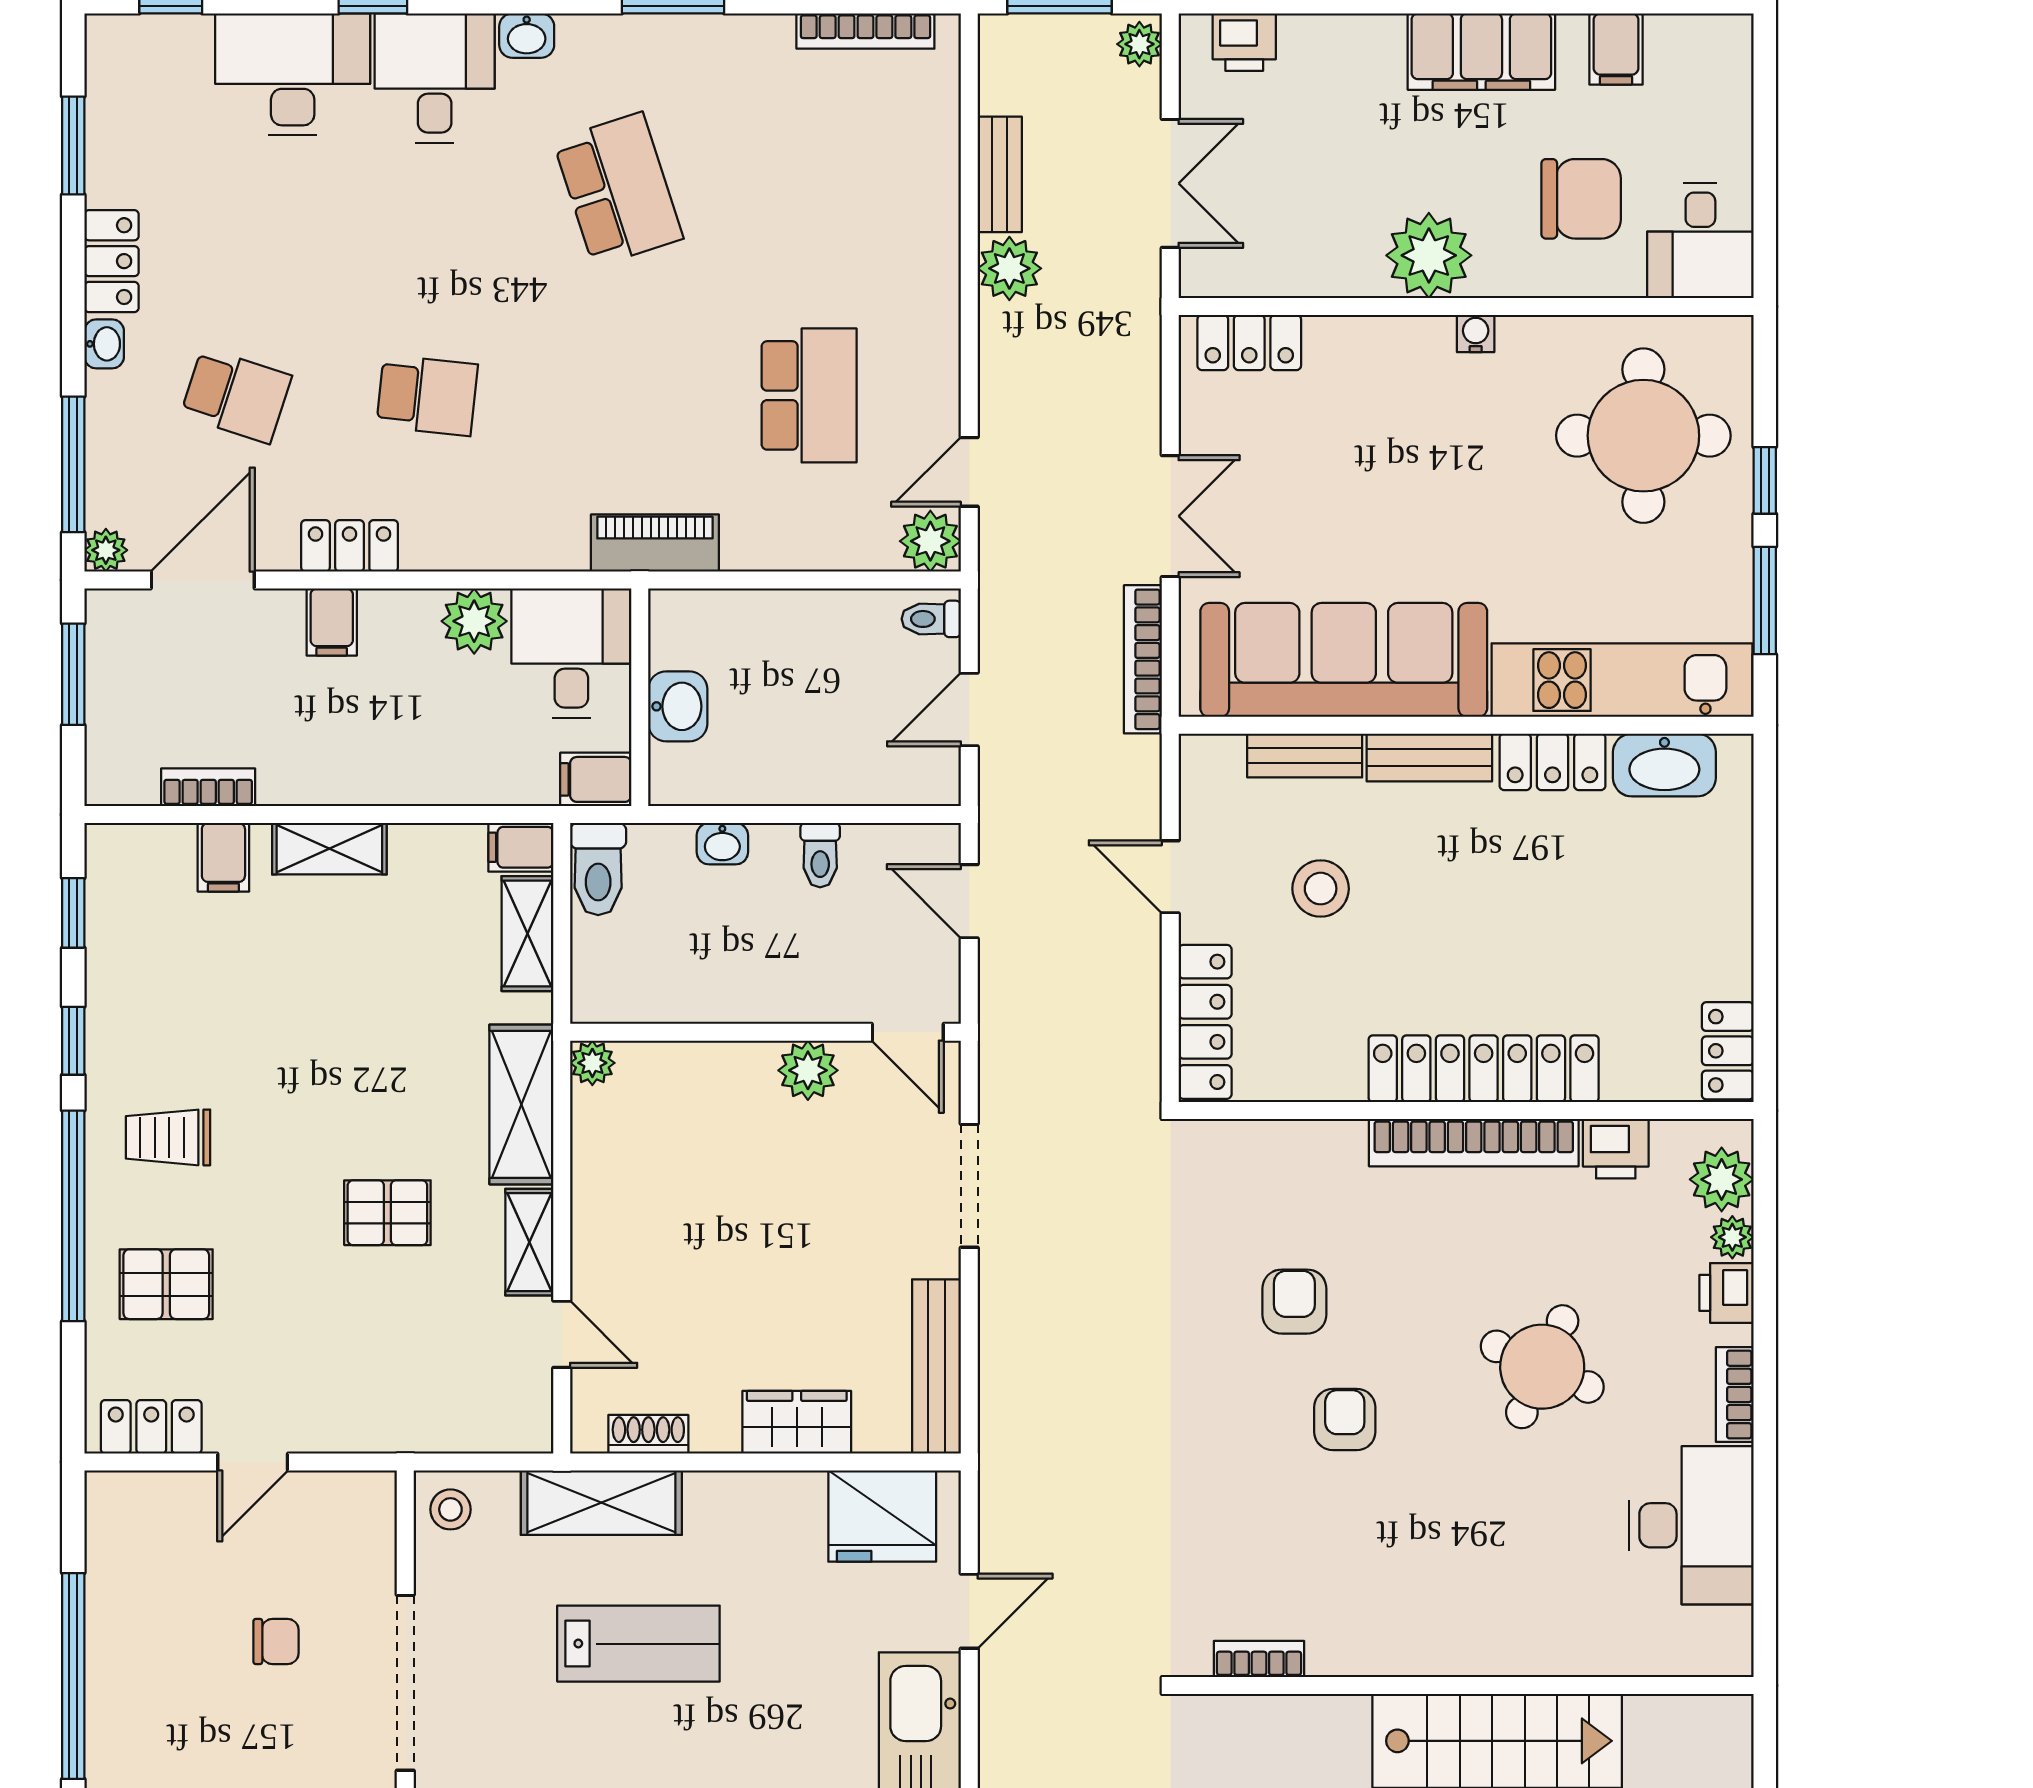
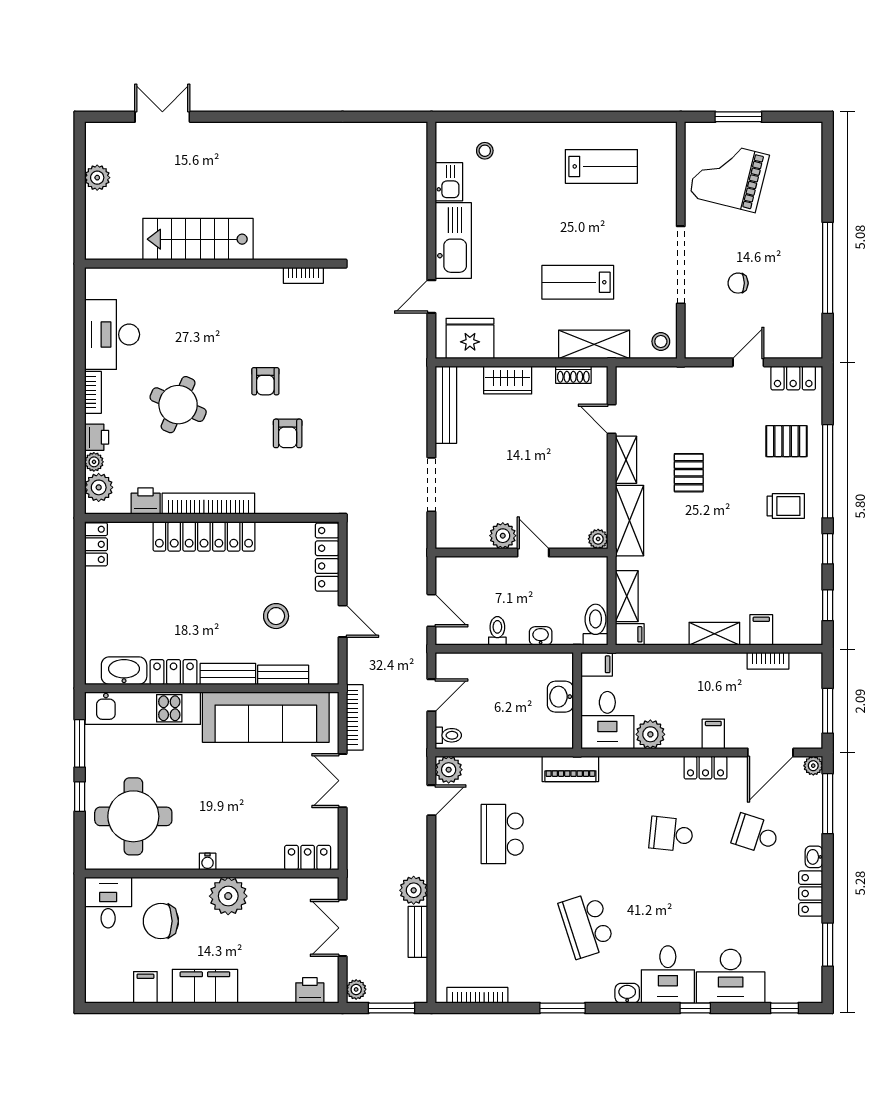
door: (908, 1032) -> (533, 553), moved
pallet: (387, 1213) -> (689, 473), turned 90

